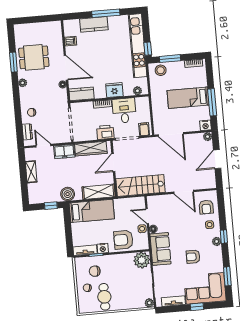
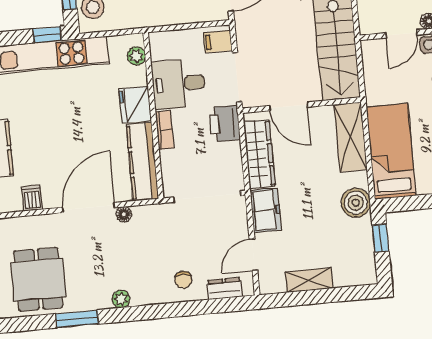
dining table: (34, 57) -> (38, 279), moved
kitchen counter: (81, 94) -> (142, 162), width x1.50

